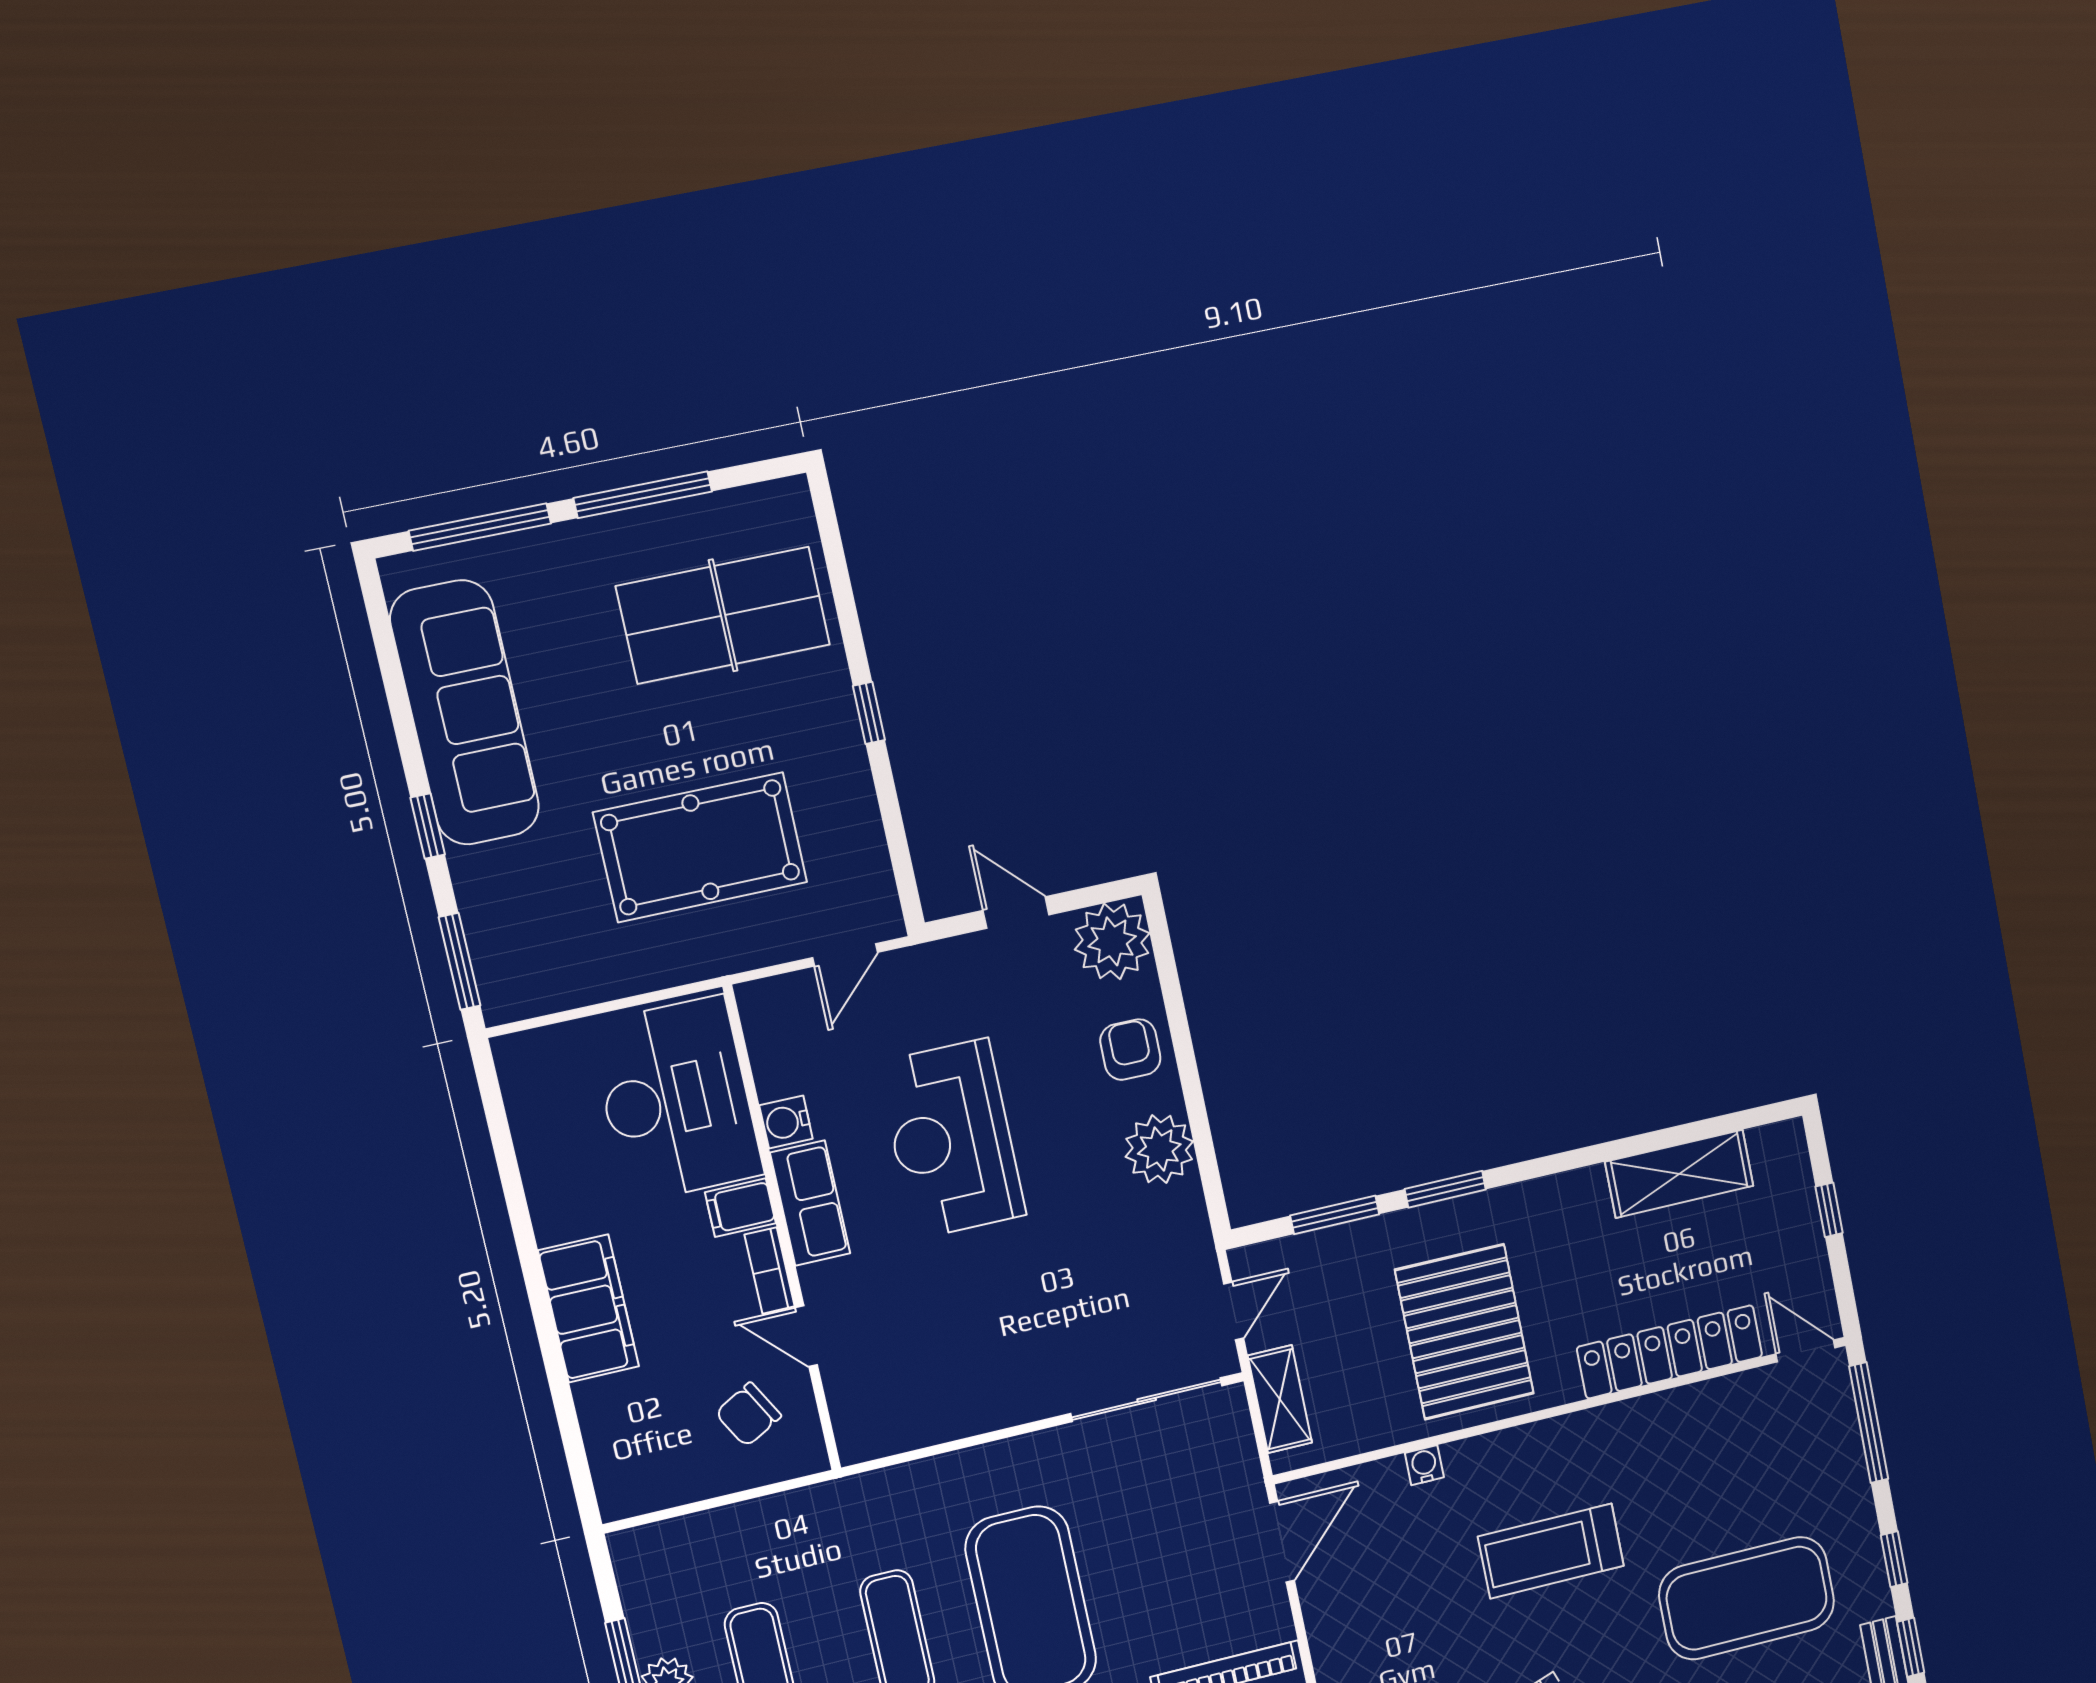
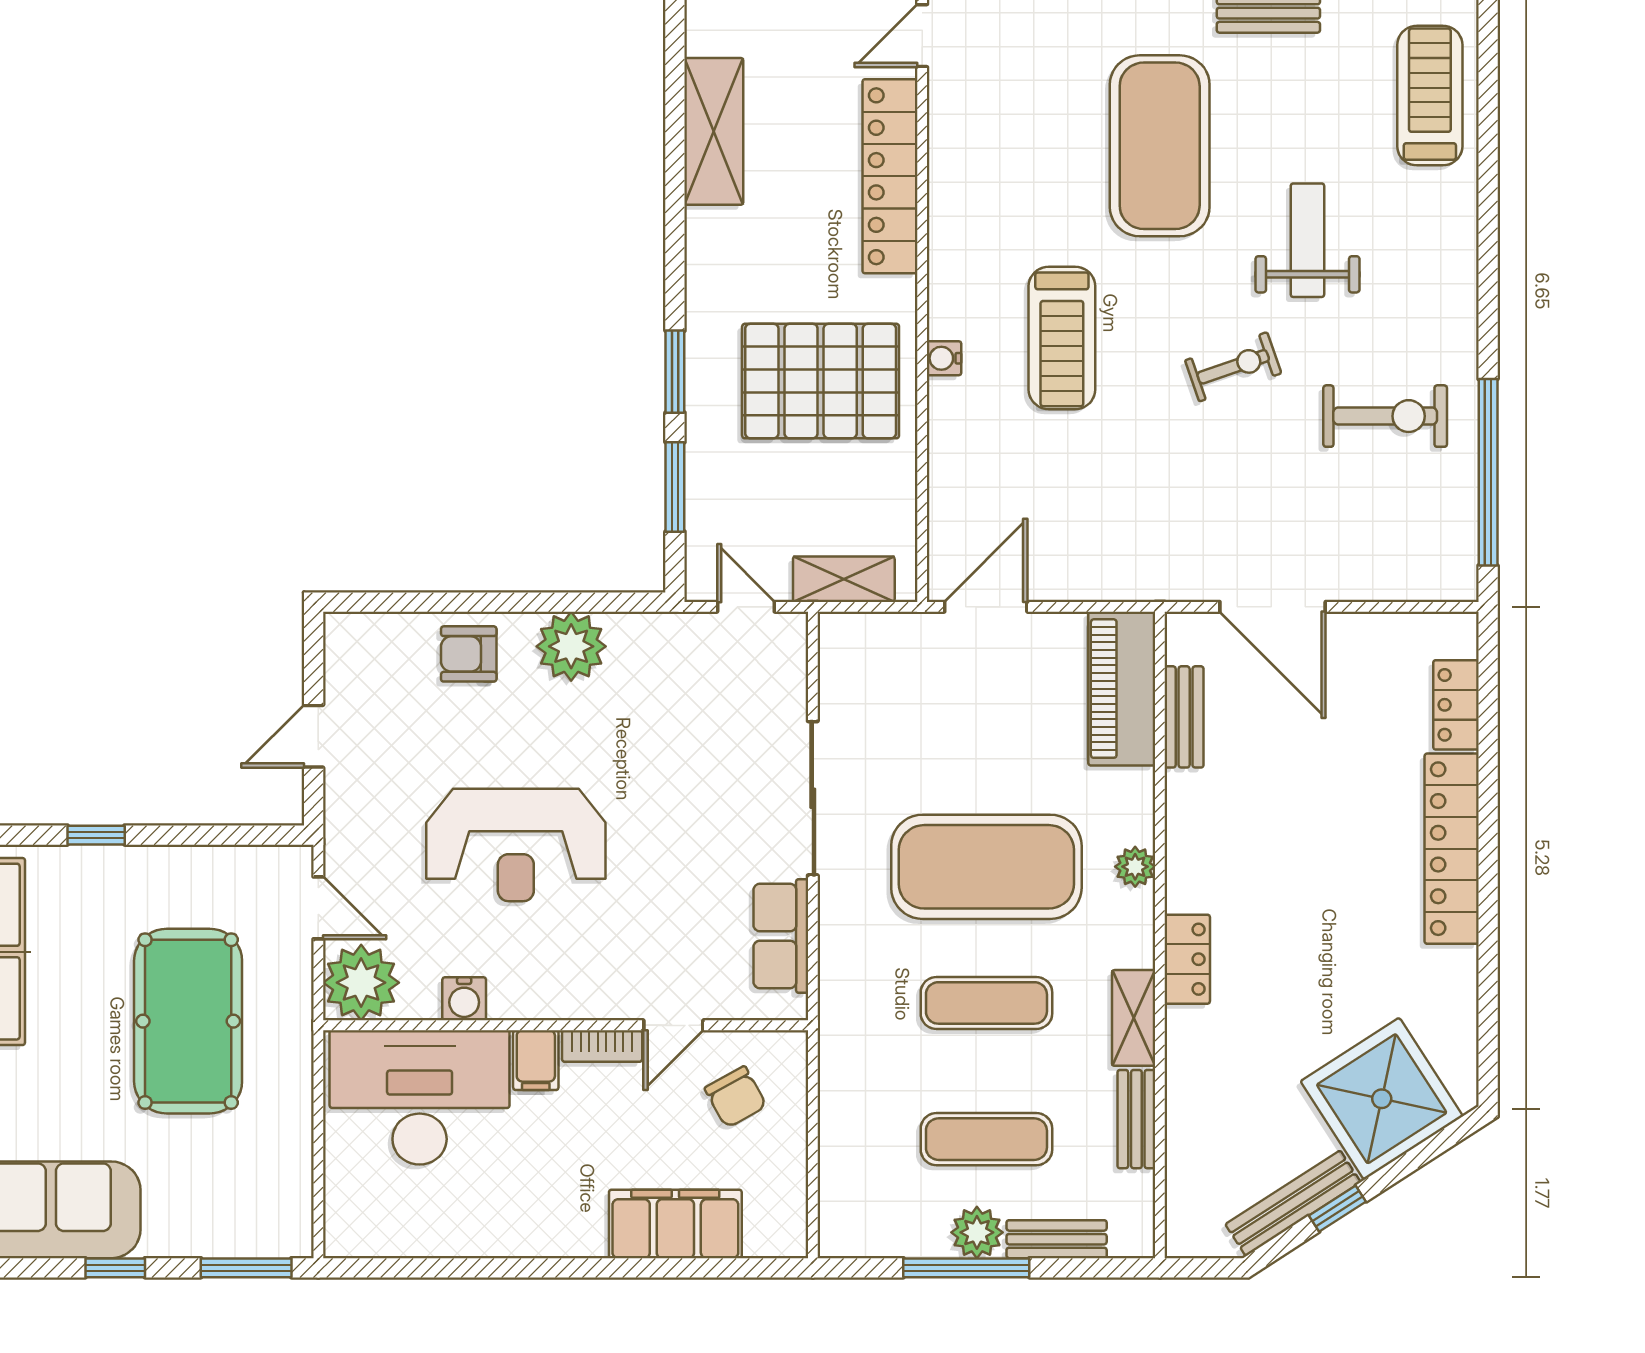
plant: (1112, 941) -> (361, 983), moved
row of seats: (810, 1203) -> (781, 936), moved, turned -90
filing cabinet: (589, 1309) -> (675, 1224), moved
sliding door: (1147, 1400) -> (813, 798), moved
water cooler: (1424, 1465) -> (944, 358), moved
door: (1282, 1542) -> (986, 607), hinge flipped

